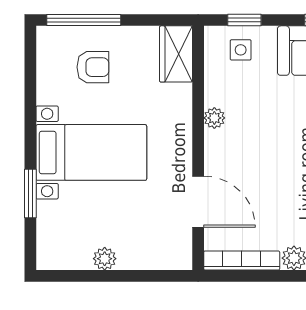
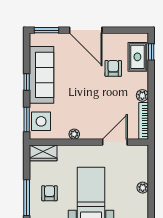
window: (244, 20) -> (27, 120), width x1.50
side table: (241, 50) -> (41, 121), width x1.87, depth x1.87

